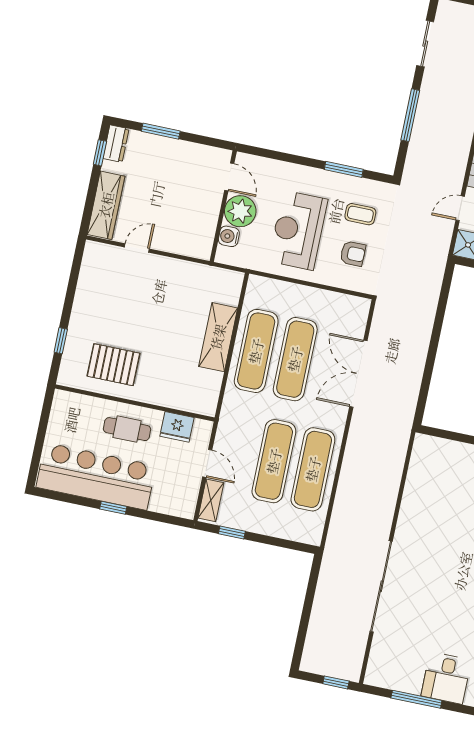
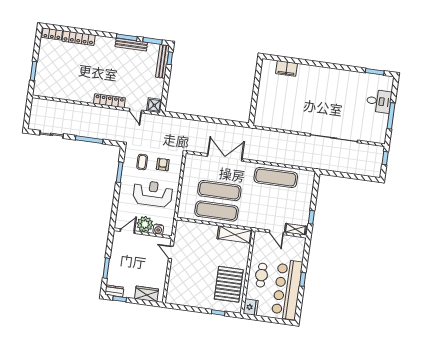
wardrobe: (106, 205) -> (147, 294), width x0.67
reception desk: (298, 230) -> (153, 194), turned 180
door: (137, 248) -> (171, 252), moved
shelving: (218, 337) -> (235, 235), moved
pallet: (114, 365) -> (229, 284), width x1.37, depth x1.41
double door: (358, 374) -> (225, 157), swing flipped
fridge: (177, 427) -> (251, 307), moved
exercise mat: (274, 461) -> (273, 198), removed
door: (207, 463) -> (276, 232), swing flipped

